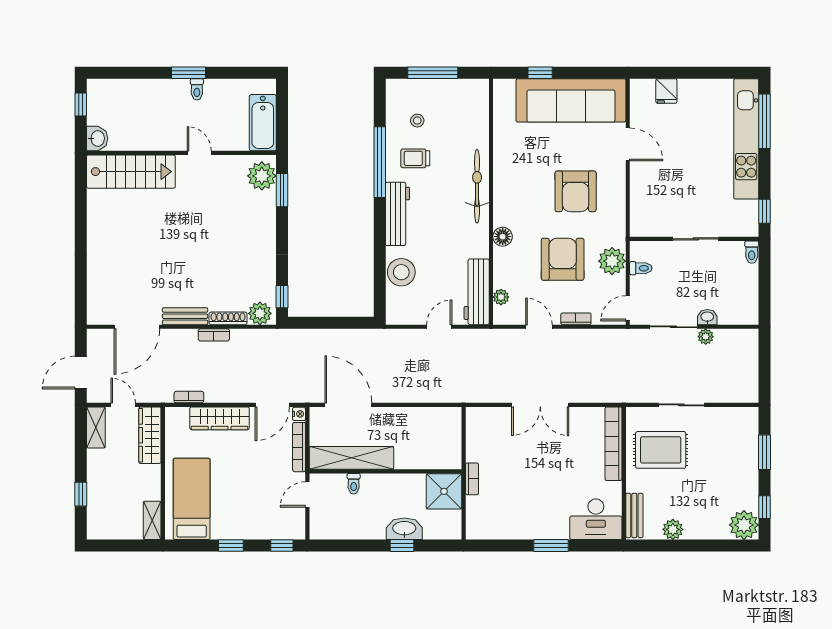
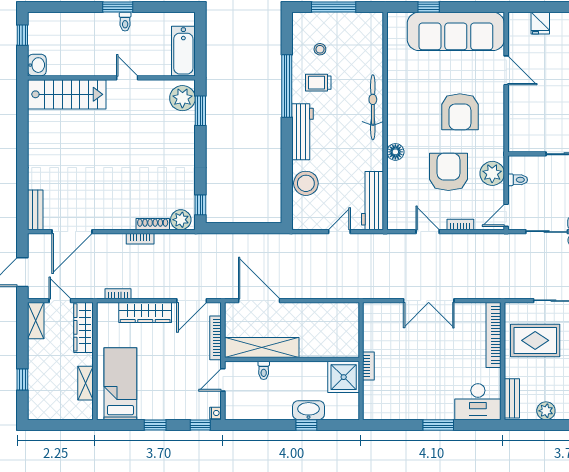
plant: (501, 297) -> (394, 205), removed
bench: (185, 316) -> (35, 210), moved, turned 90
nightstand: (299, 414) -> (215, 413), moved
shelving: (152, 520) -> (86, 383), moved

